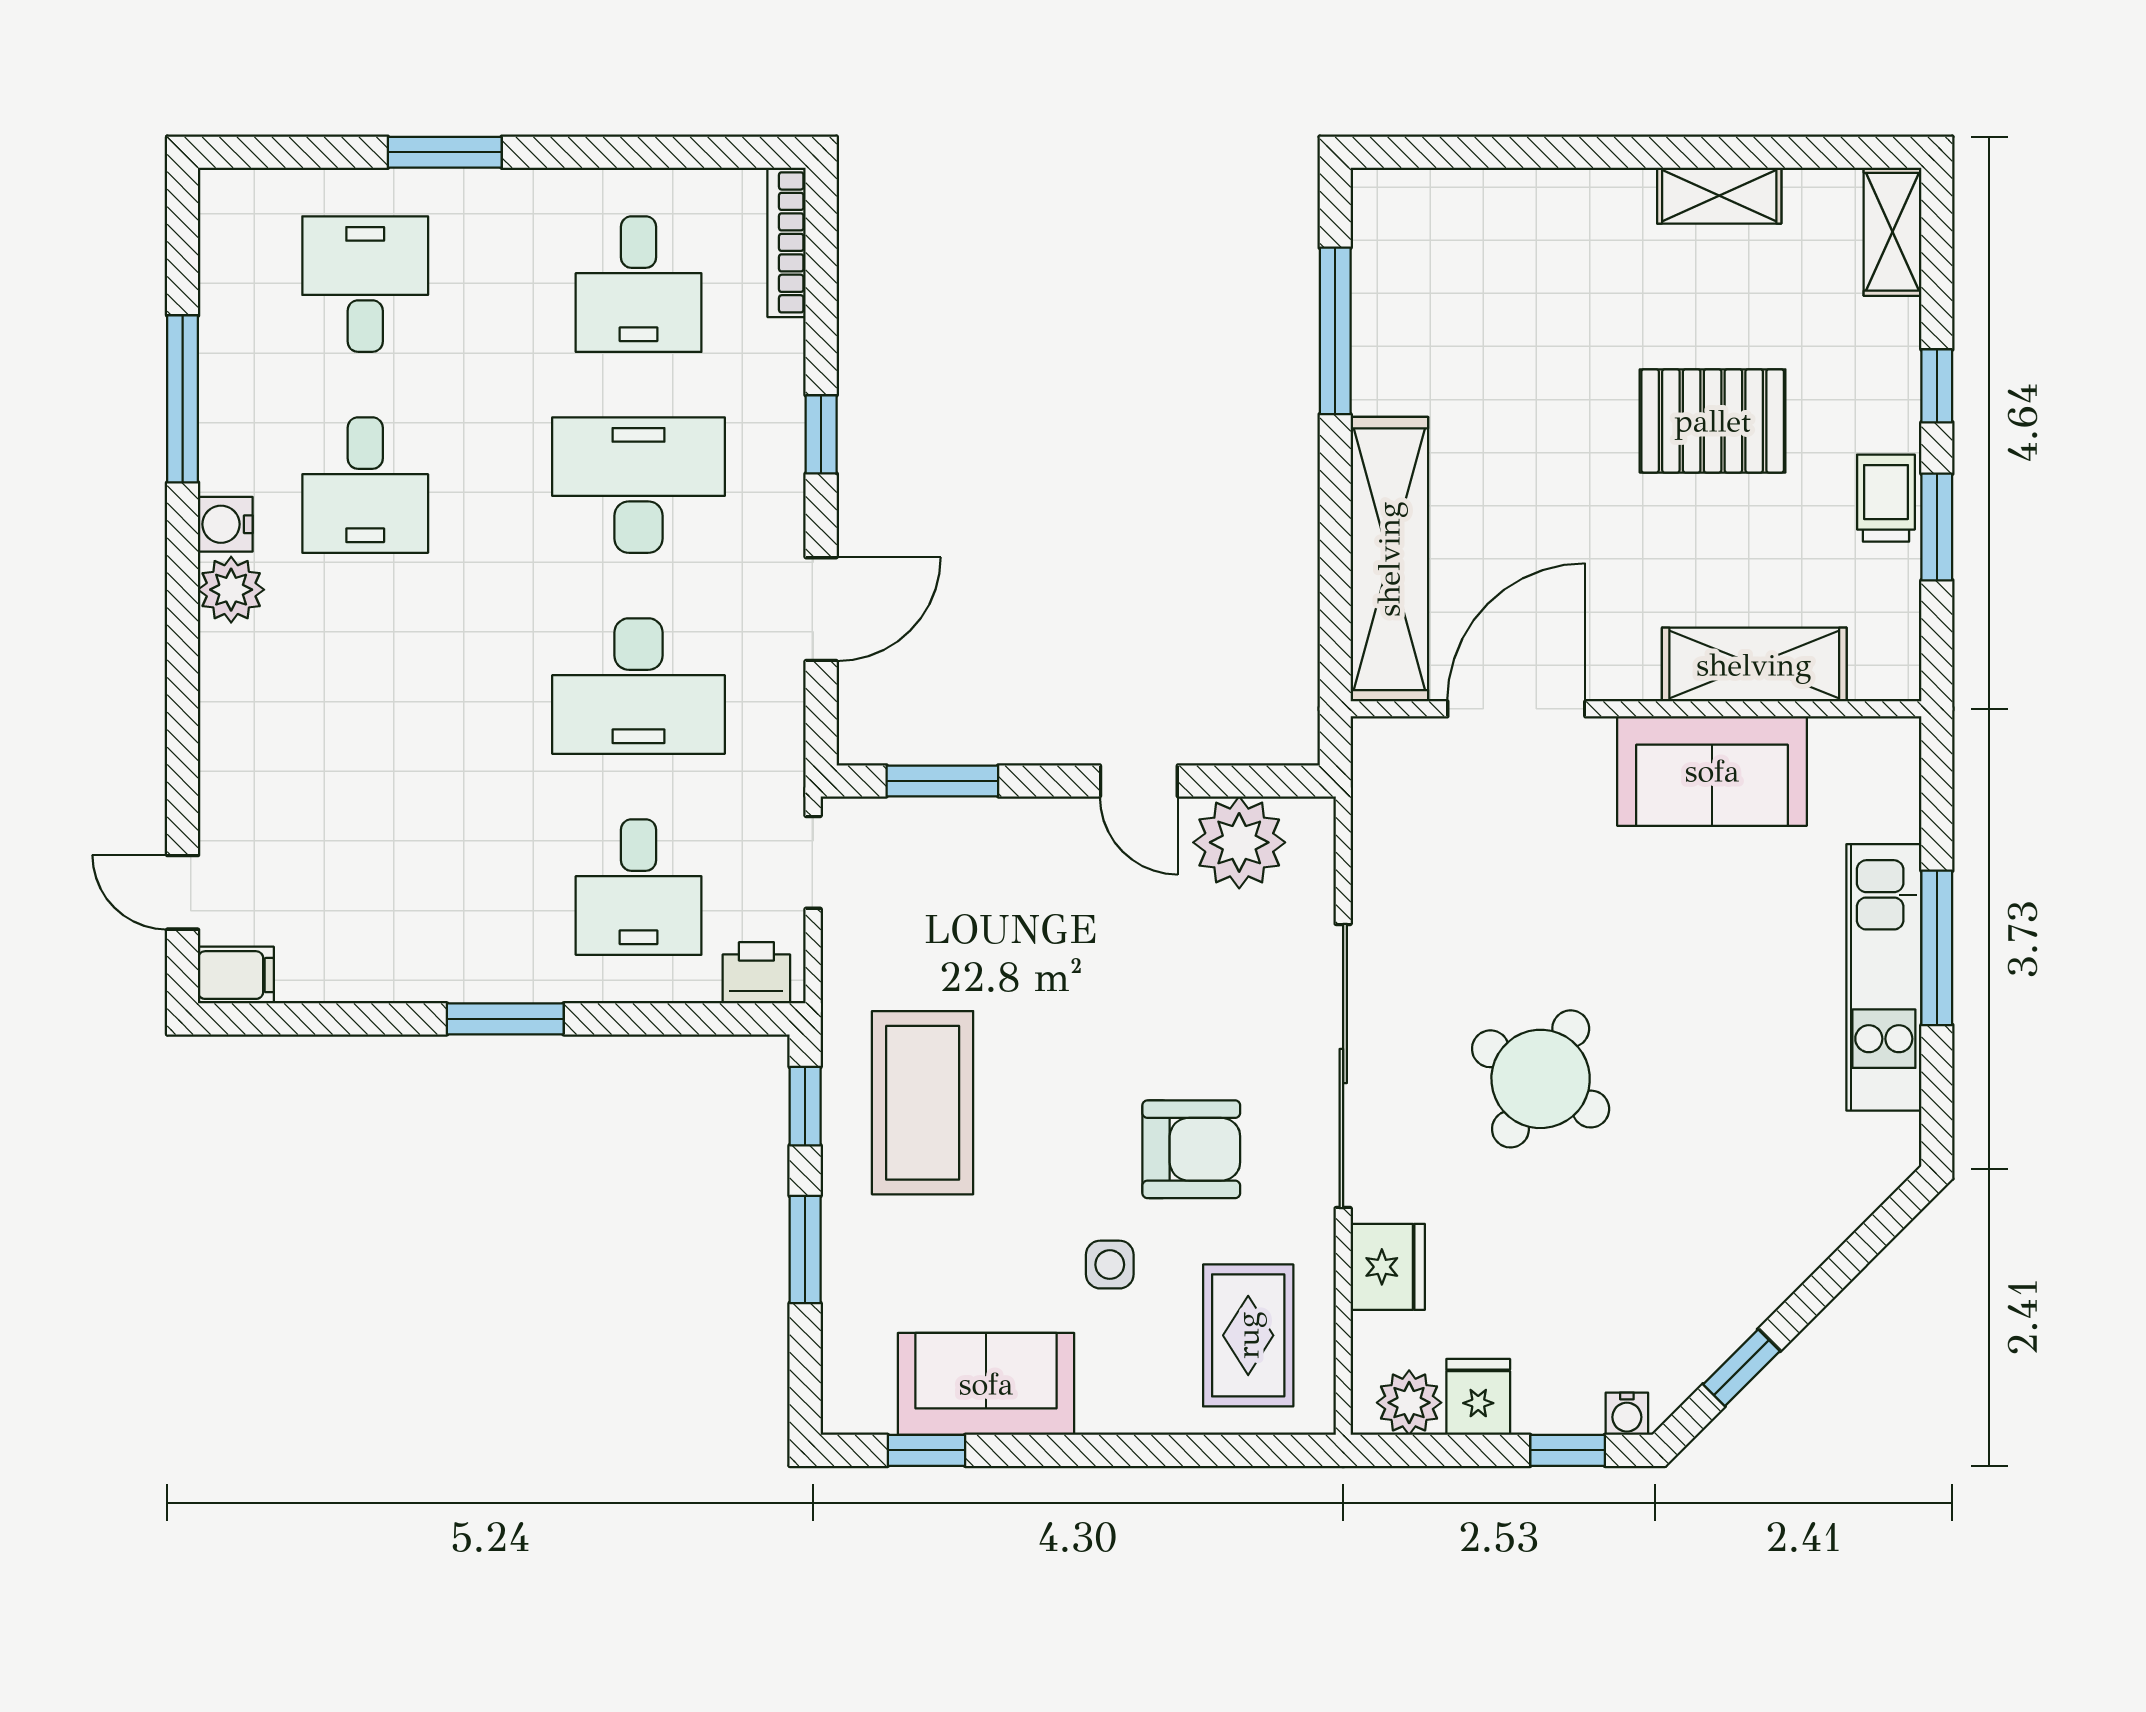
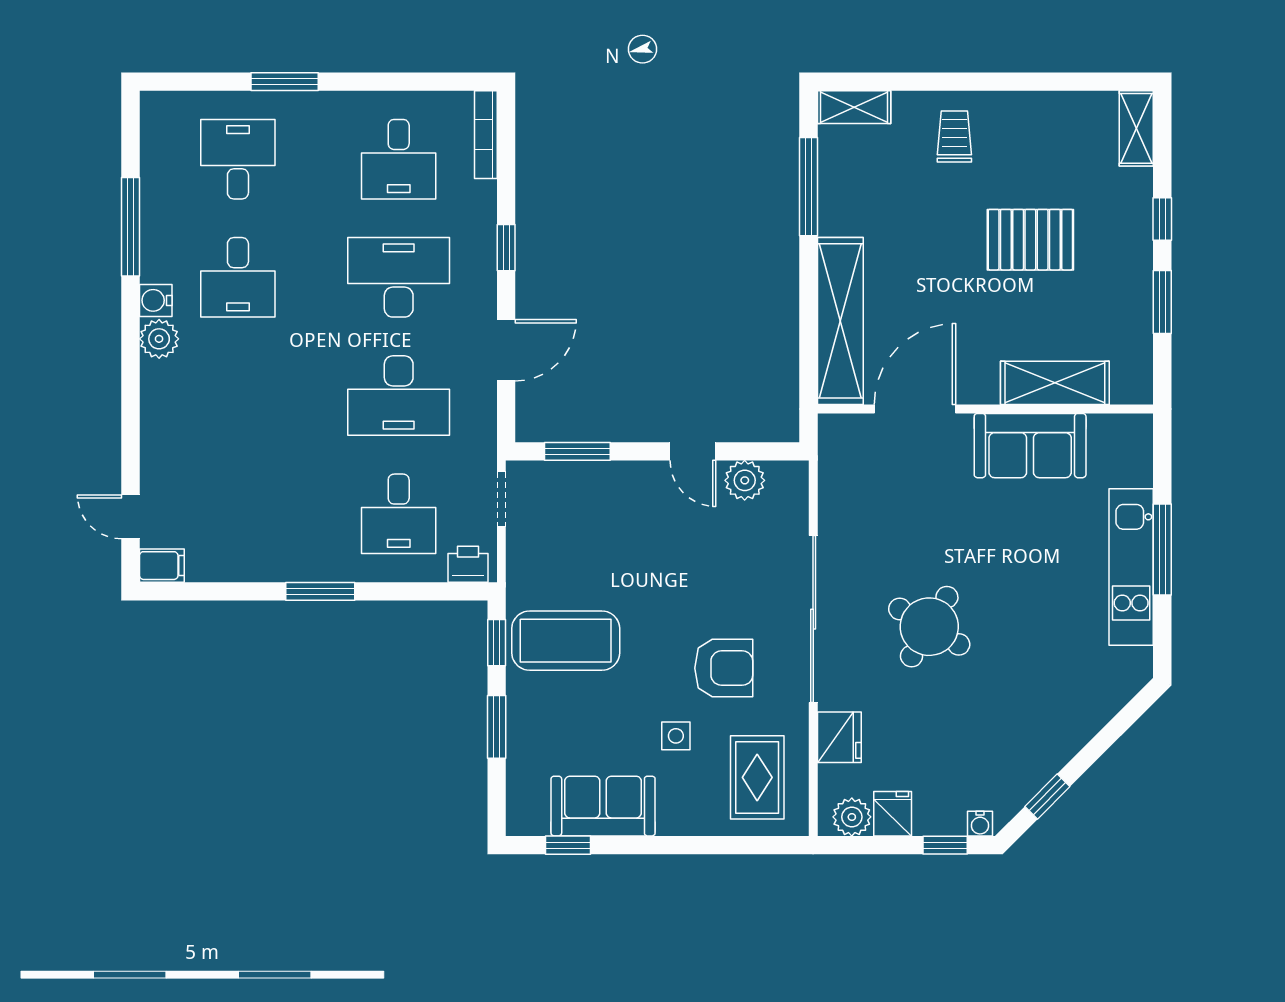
shelving: (1719, 196) -> (854, 107), moved
trolley: (1886, 498) -> (954, 136), moved
plant: (1239, 842) -> (745, 480), width x0.73, depth x0.73
coffee table: (923, 1103) -> (566, 641), turned 90

